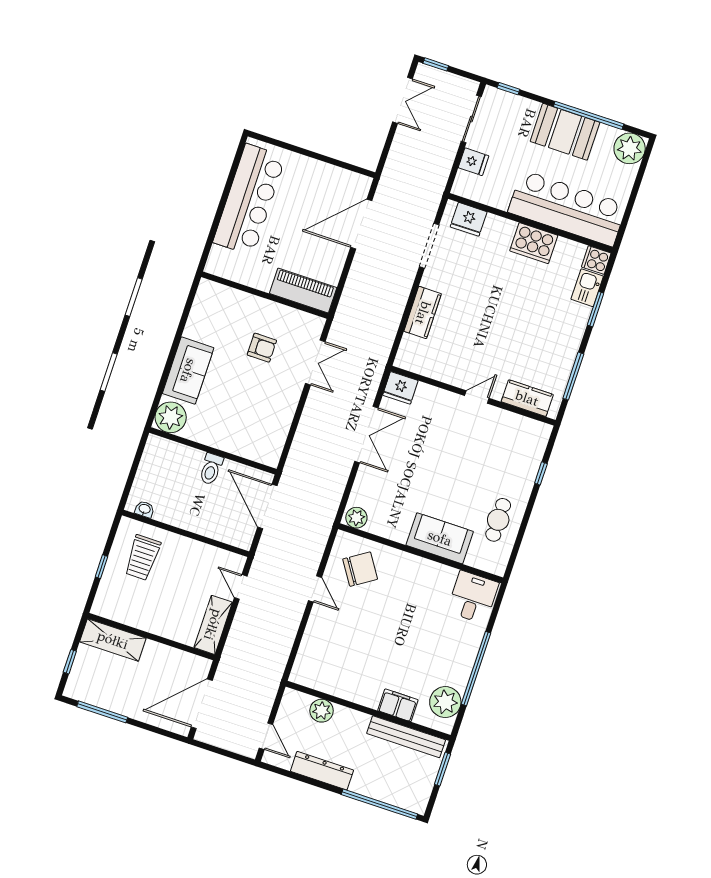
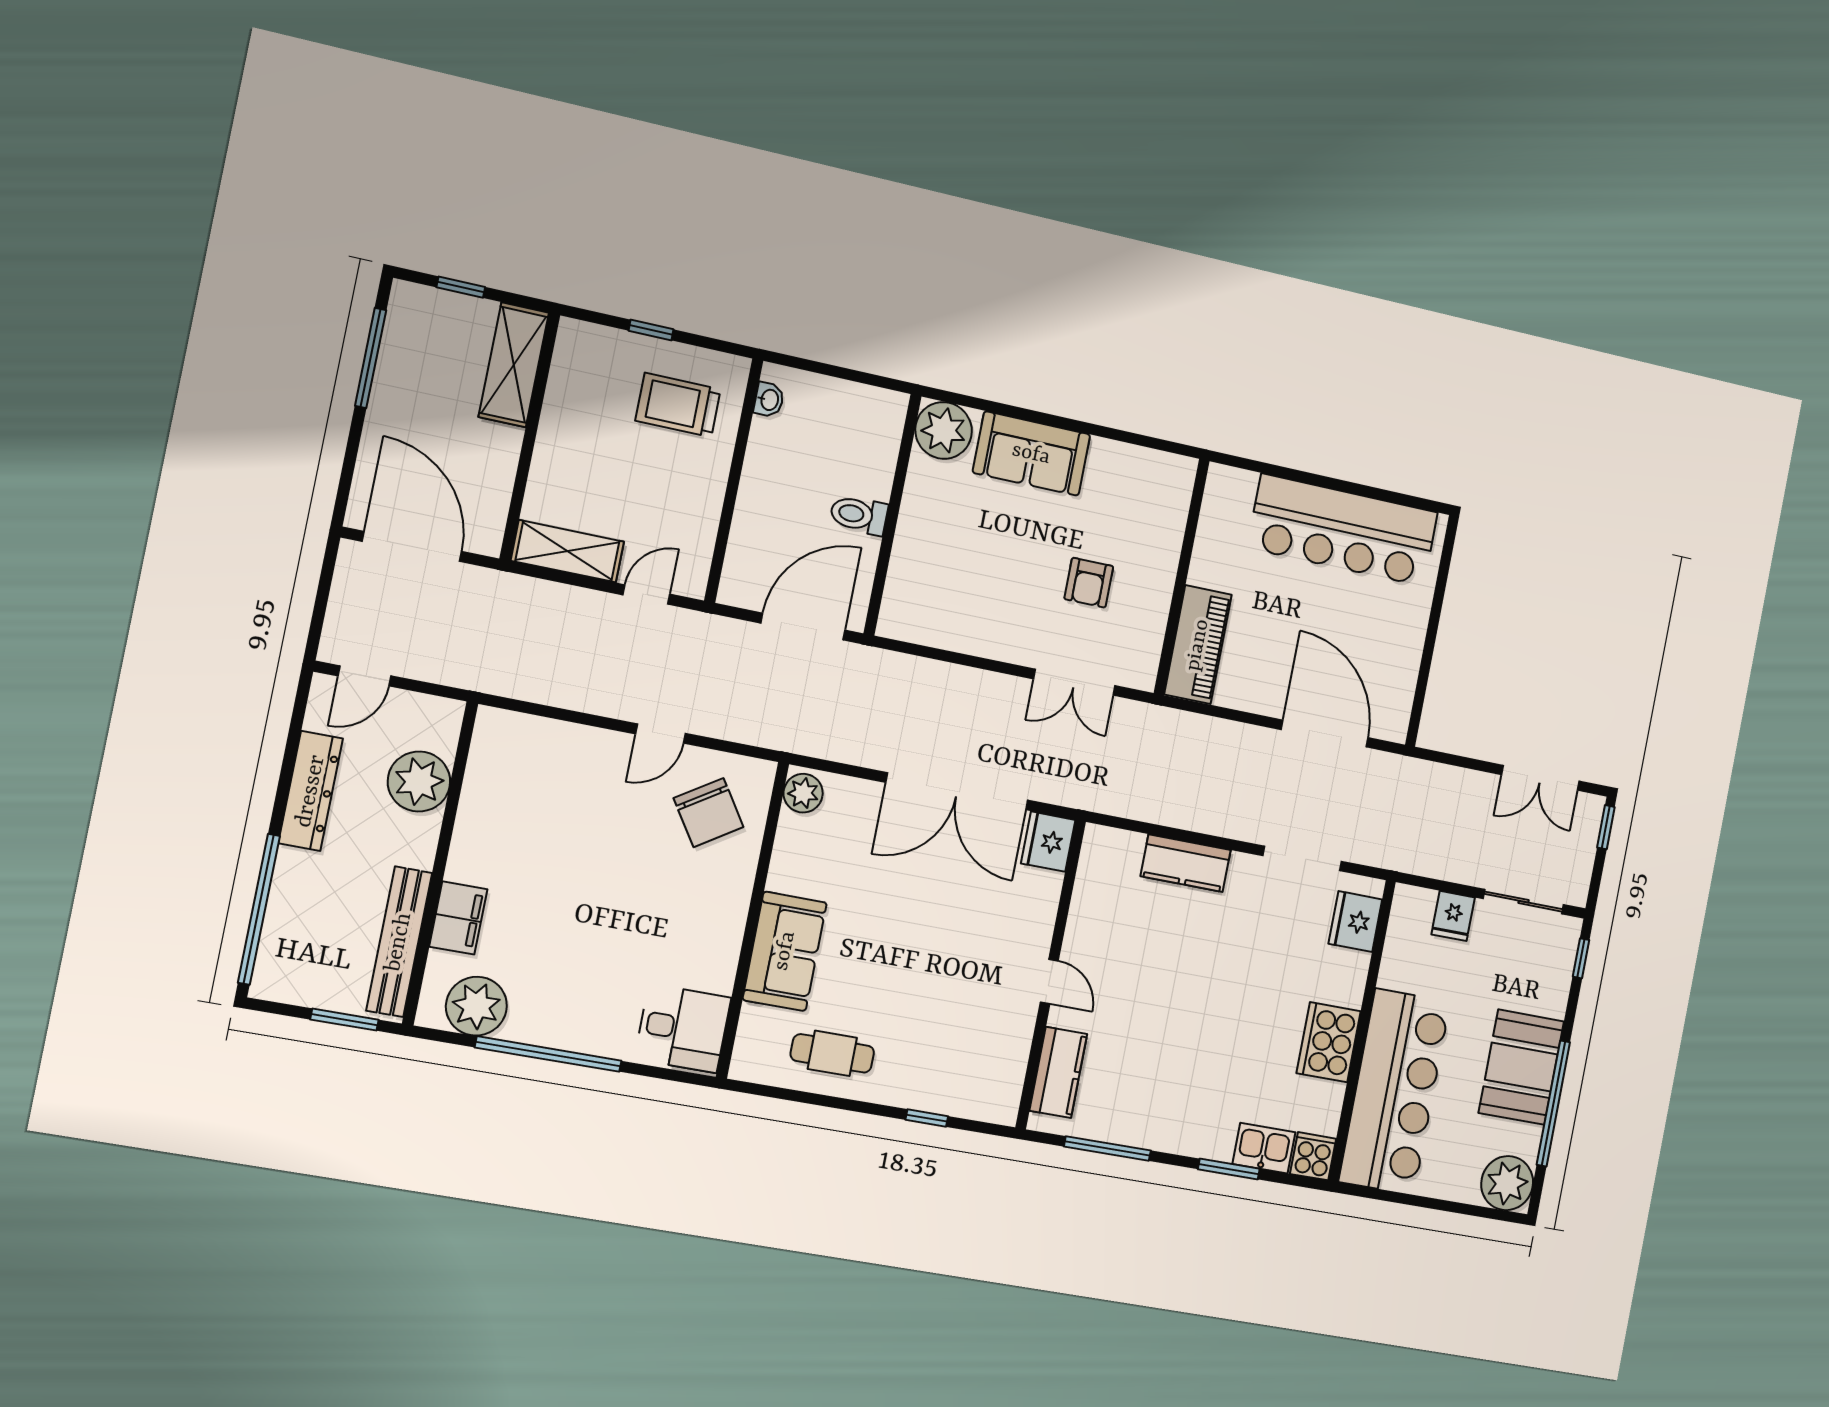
double door: (366, 435) -> (957, 791), width x1.36
plant: (322, 711) -> (419, 782), width x1.36, depth x1.36

